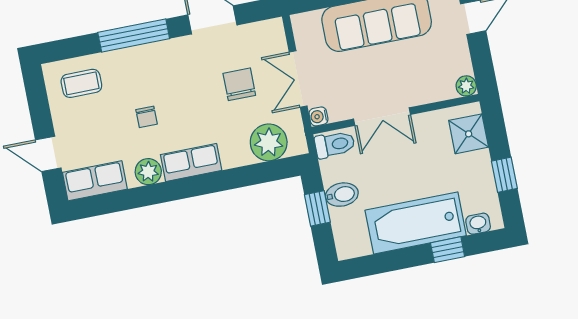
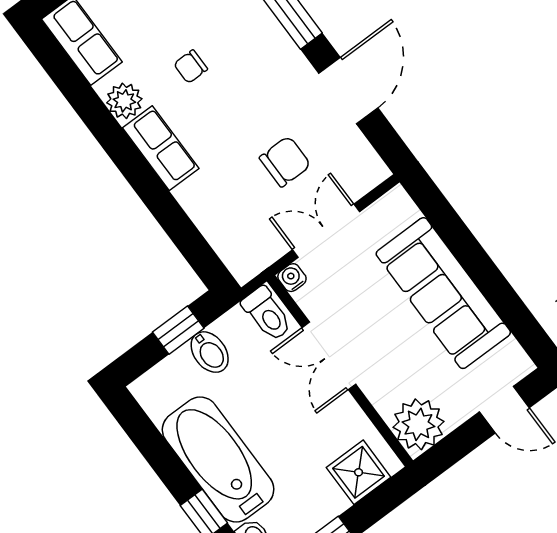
plant: (466, 86) -> (418, 424), width x1.88, depth x1.88
plant: (269, 142) -> (231, 232), removed

